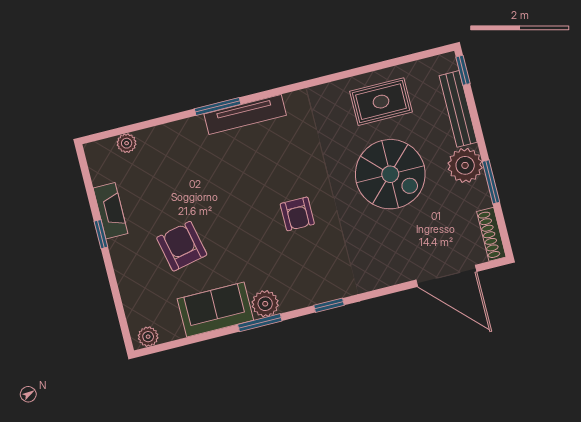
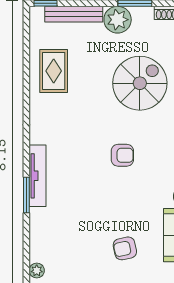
spiral stairs: (390, 174) -> (140, 83), moved
armchair: (182, 246) -> (125, 248), width x0.72, depth x0.72

